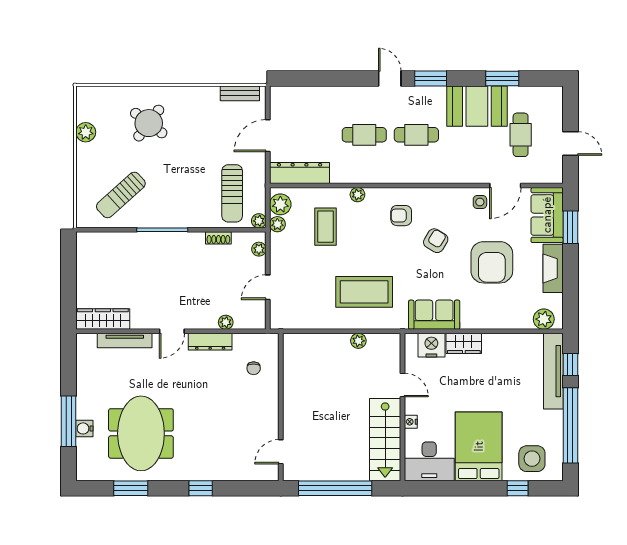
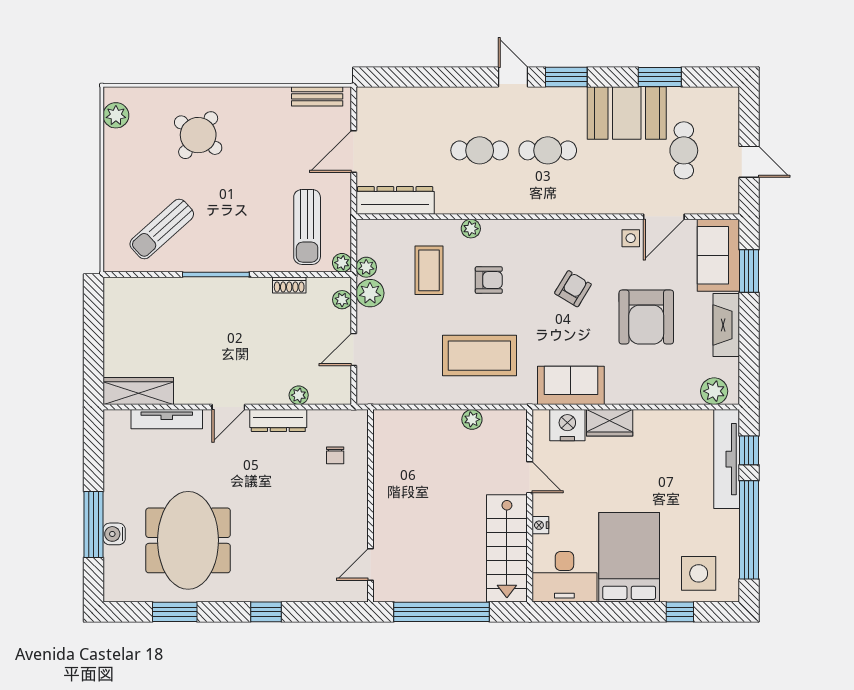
plant: (86, 132) -> (116, 115), moved
plant: (280, 204) -> (370, 293), moved
armchair: (401, 216) -> (489, 280), moved, turned 180

